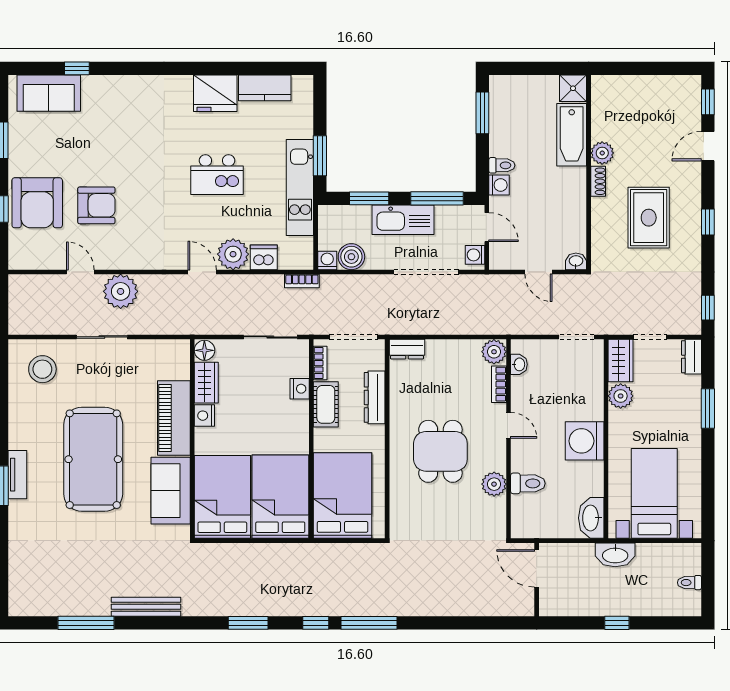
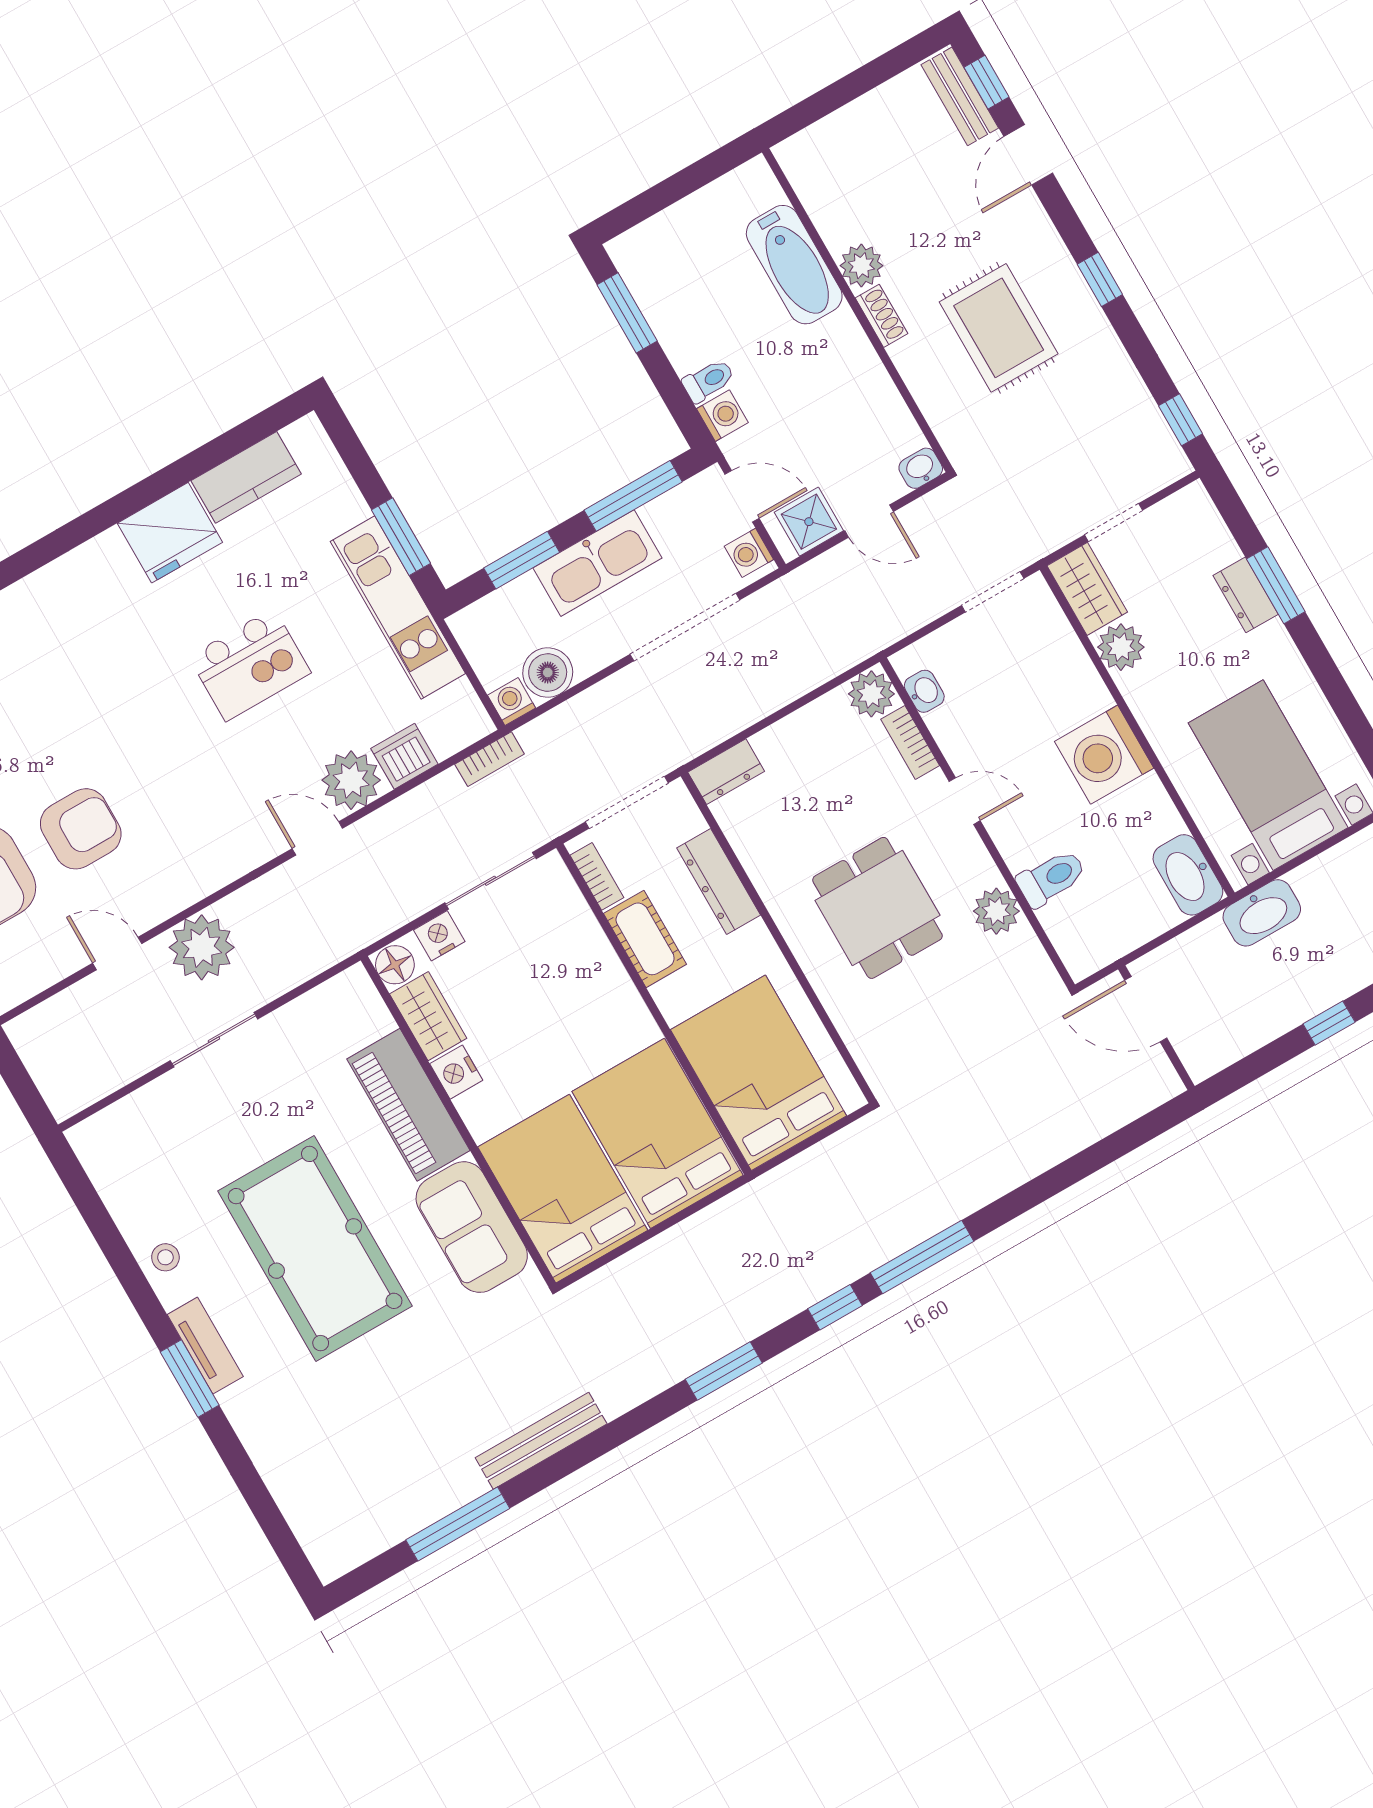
shower: (573, 88) -> (809, 522), moved
bench: (692, 101) -> (960, 96), added
dresser: (691, 357) -> (1246, 595), moved
stool: (42, 369) -> (165, 1257), moved, width x0.53, depth x0.53
nightstand: (300, 389) -> (439, 936), moved, turned -90

